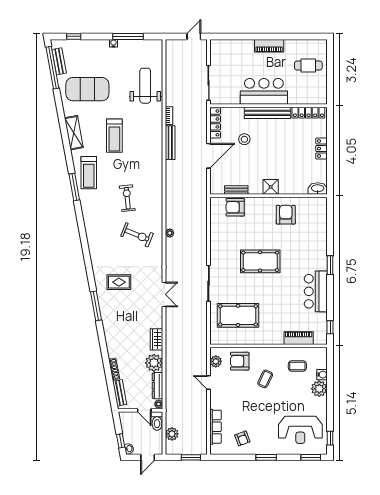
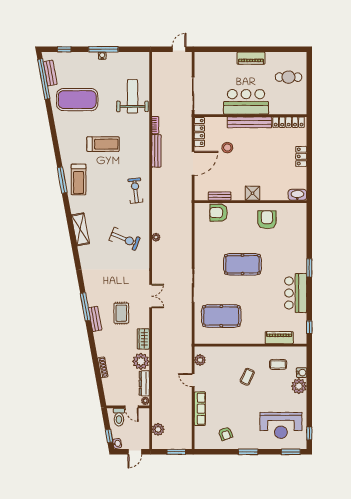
window: (128, 36) -> (103, 49), moved
shelving: (74, 133) -> (80, 229), moved
treadmill: (114, 136) -> (103, 144), turned -90
window: (74, 187) -> (62, 180), moved
exercise bike: (127, 198) -> (135, 191), moved
rug: (119, 282) -> (121, 313), moved, turned 90
armchair: (240, 361) -> (223, 360), removed
bench: (120, 393) -> (95, 319), moved
toilet: (157, 421) -> (119, 417), moved
row of seats: (216, 427) -> (200, 409), moved

